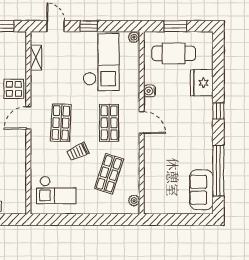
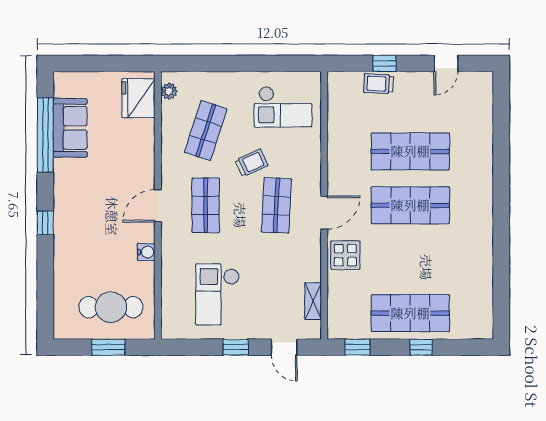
plant: (134, 37) -> (169, 331), removed
checkout: (101, 62) -> (217, 294), width x0.73, depth x0.83
fridge: (202, 83) -> (138, 98), moved, turned 180
door: (142, 122) -> (158, 206), hinge flipped
checkout: (56, 190) -> (283, 107), turned 180
sofa: (201, 190) -> (70, 128), moved

